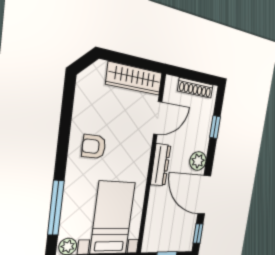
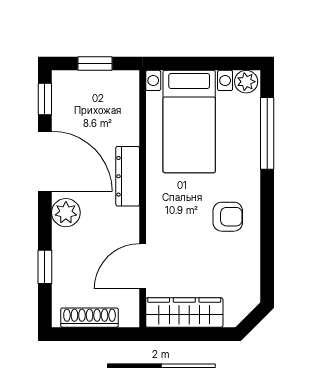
dresser: (161, 165) -> (128, 176), moved

